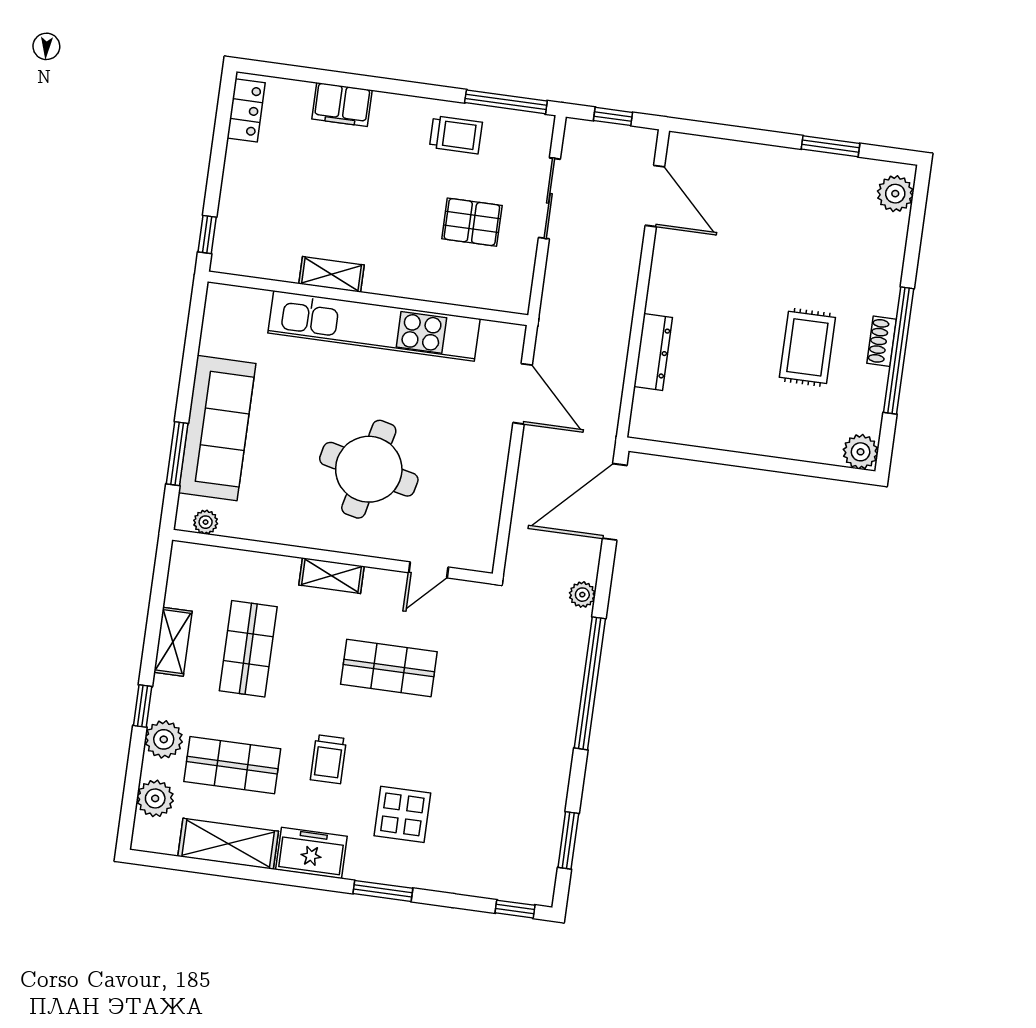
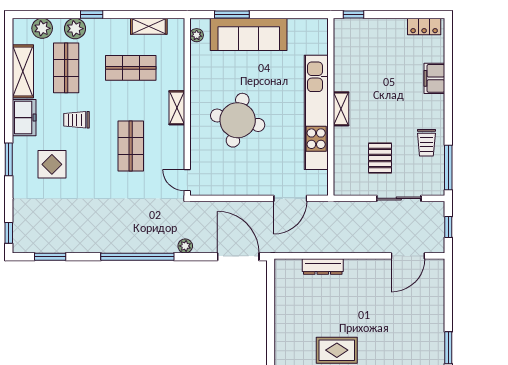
shelving: (332, 274) -> (341, 109), moved
door: (428, 570) -> (187, 180), moved
shelving: (173, 642) -> (149, 26), moved

